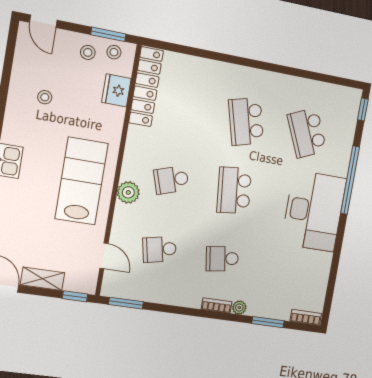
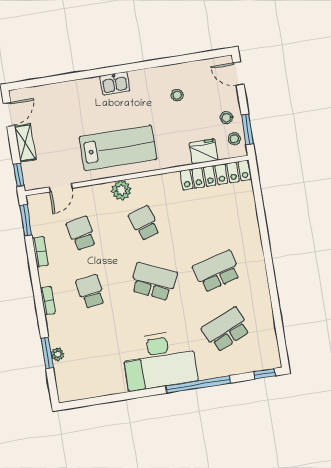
door: (43, 21) -> (238, 74), hinge flipped
school desk: (234, 190) -> (154, 281), turned 30
plant: (239, 308) -> (57, 354), moved
bookcase: (306, 317) -> (40, 252), moved

